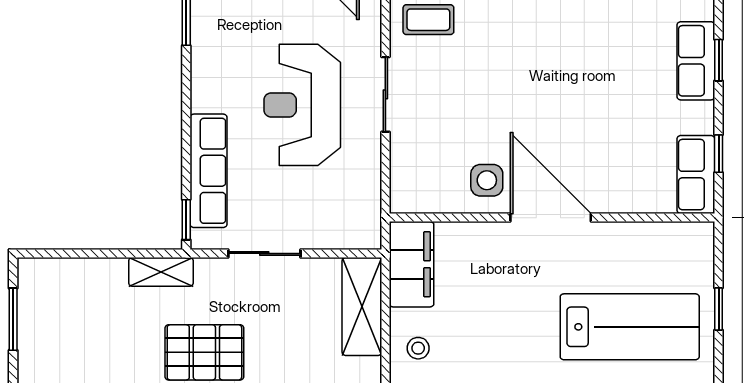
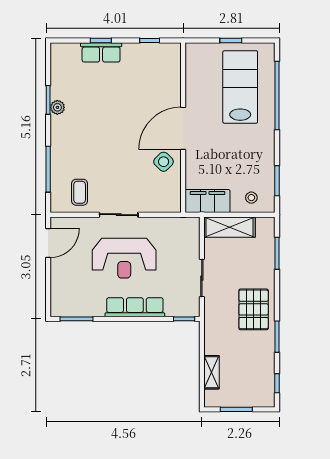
row of seats: (209, 171) -> (135, 307), moved
row of seats: (696, 175) -> (161, 52), removed
side table: (487, 180) -> (164, 162), turned 45
shelving: (161, 272) -> (211, 372), moved

